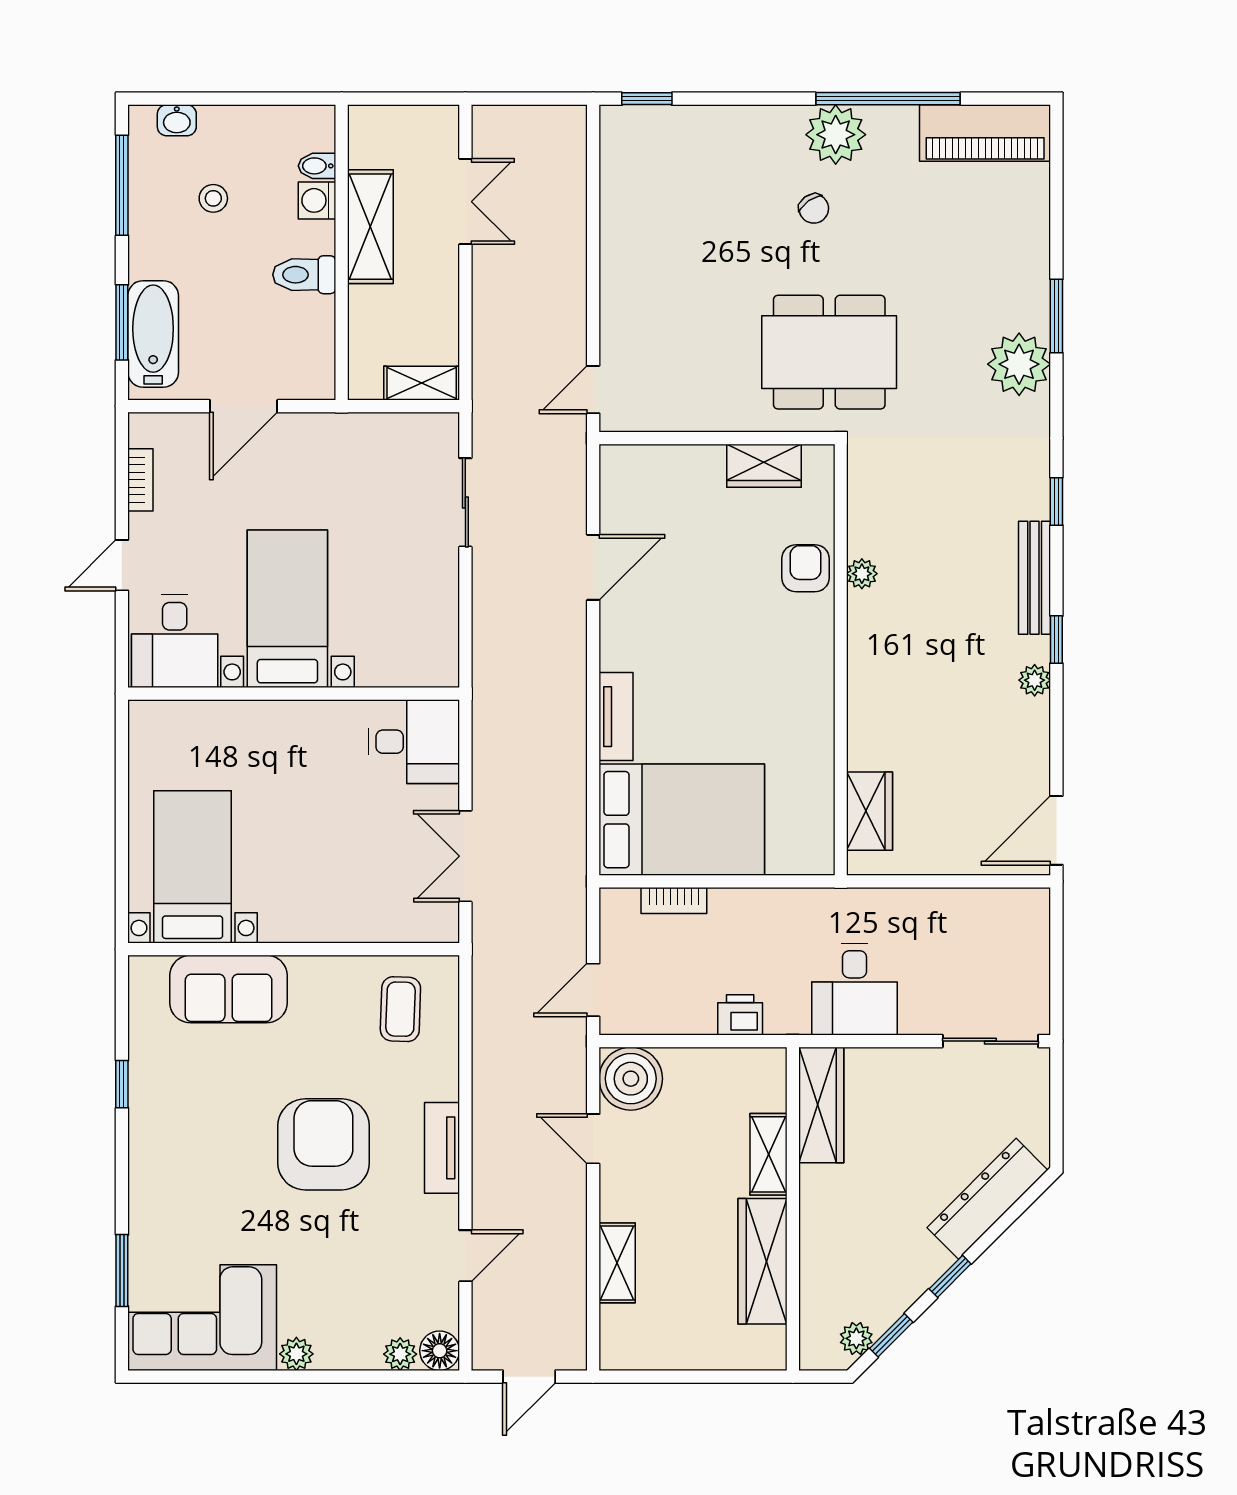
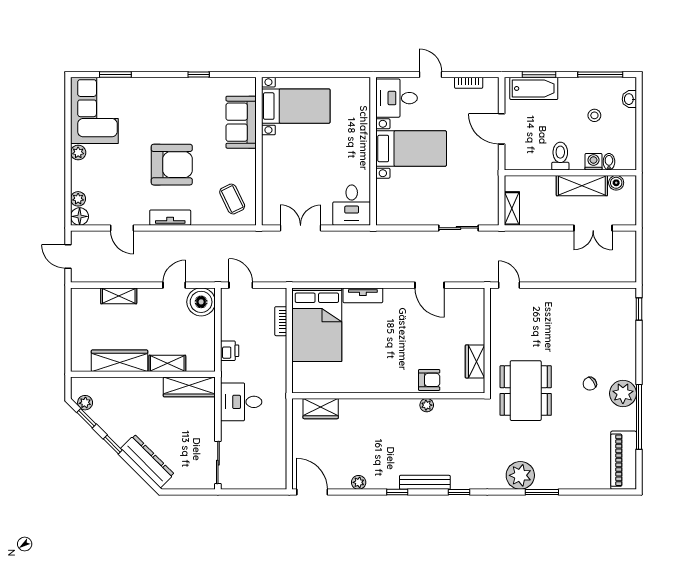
boiler: (364, 150) -> (616, 183), added
plant: (1035, 680) -> (359, 482), moved
coffee table: (400, 1009) -> (232, 199), turned 62

